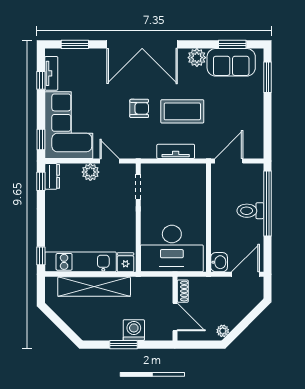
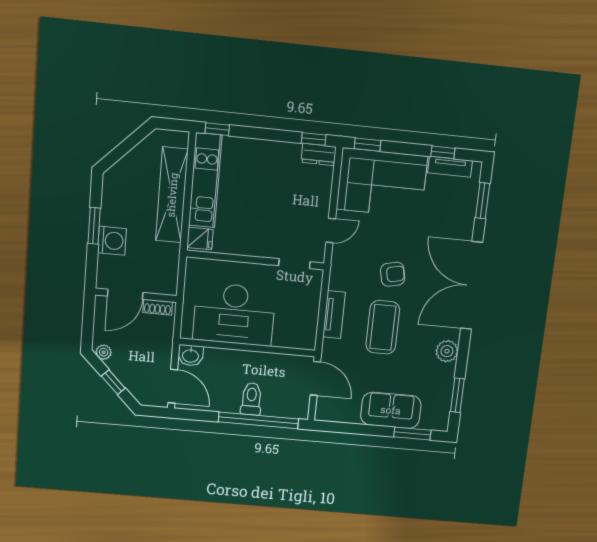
sofa: (231, 62) -> (391, 410), moved, turned 90
armchair: (139, 108) -> (393, 274), turned -102
plant: (90, 172) -> (319, 205), removed
desk: (172, 249) -> (234, 314), moved, turned -90
window: (246, 322) -> (113, 382), added

